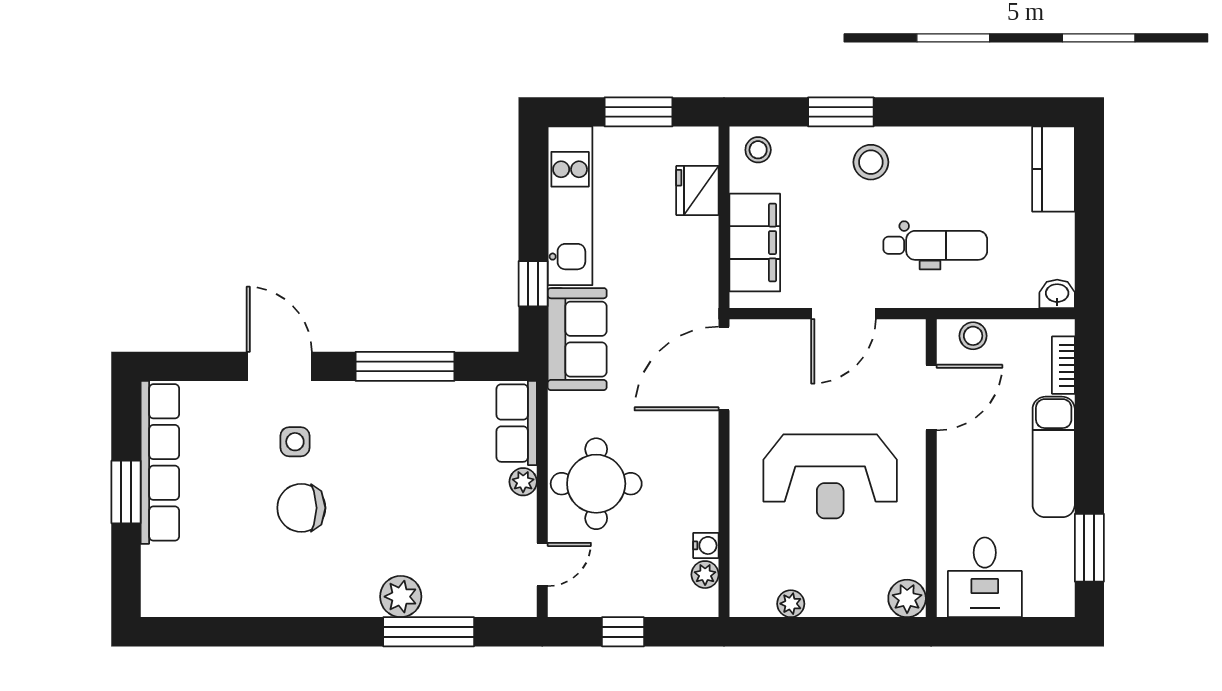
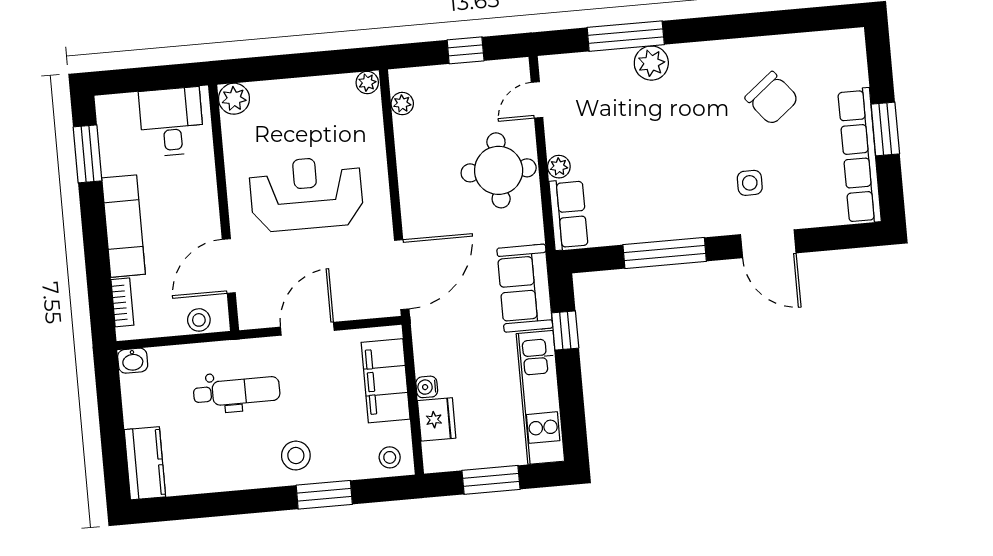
dental chair: (935, 245) -> (237, 392), turned 180
chair: (301, 508) -> (772, 98), moved, turned 51
water cooler: (706, 545) -> (427, 387), moved
plant: (791, 604) -> (367, 83), moved

